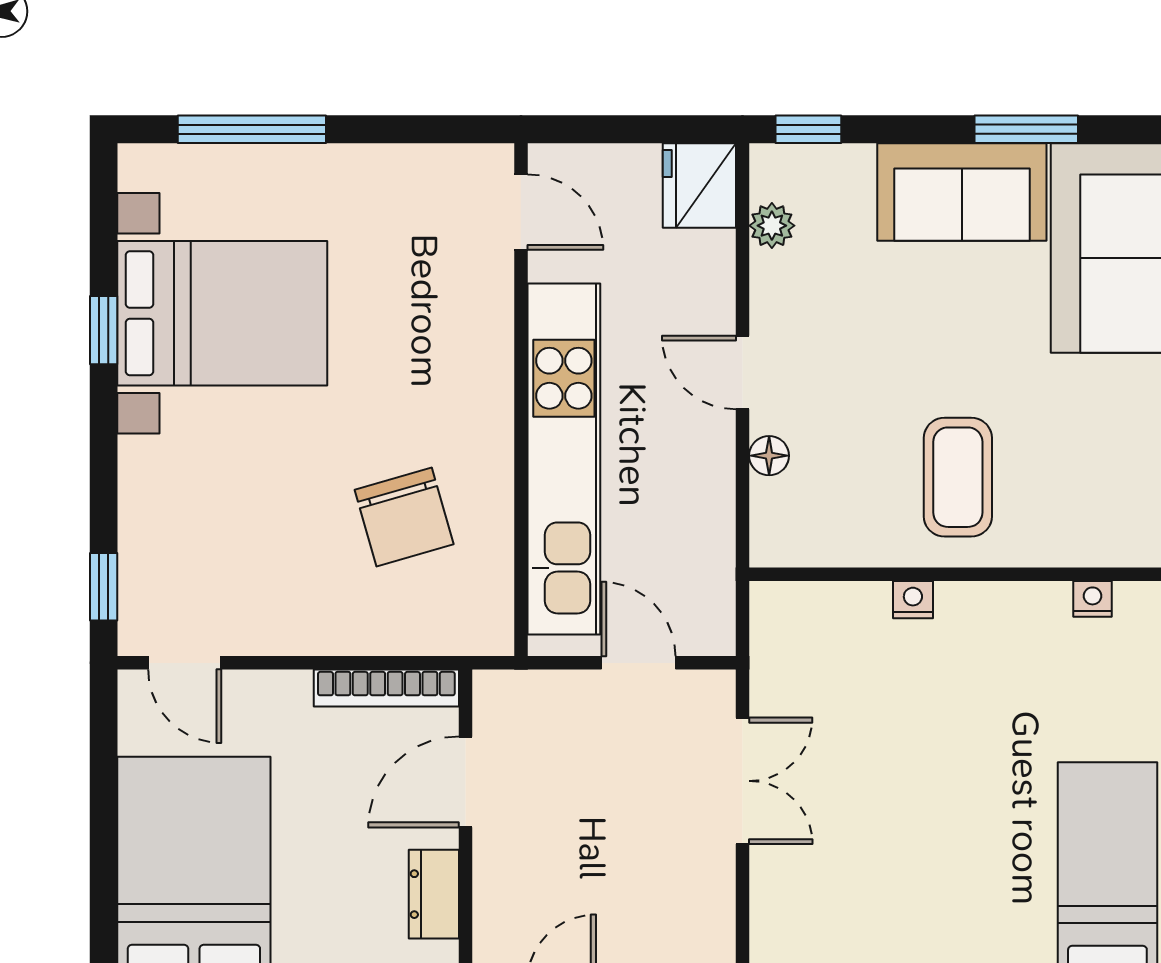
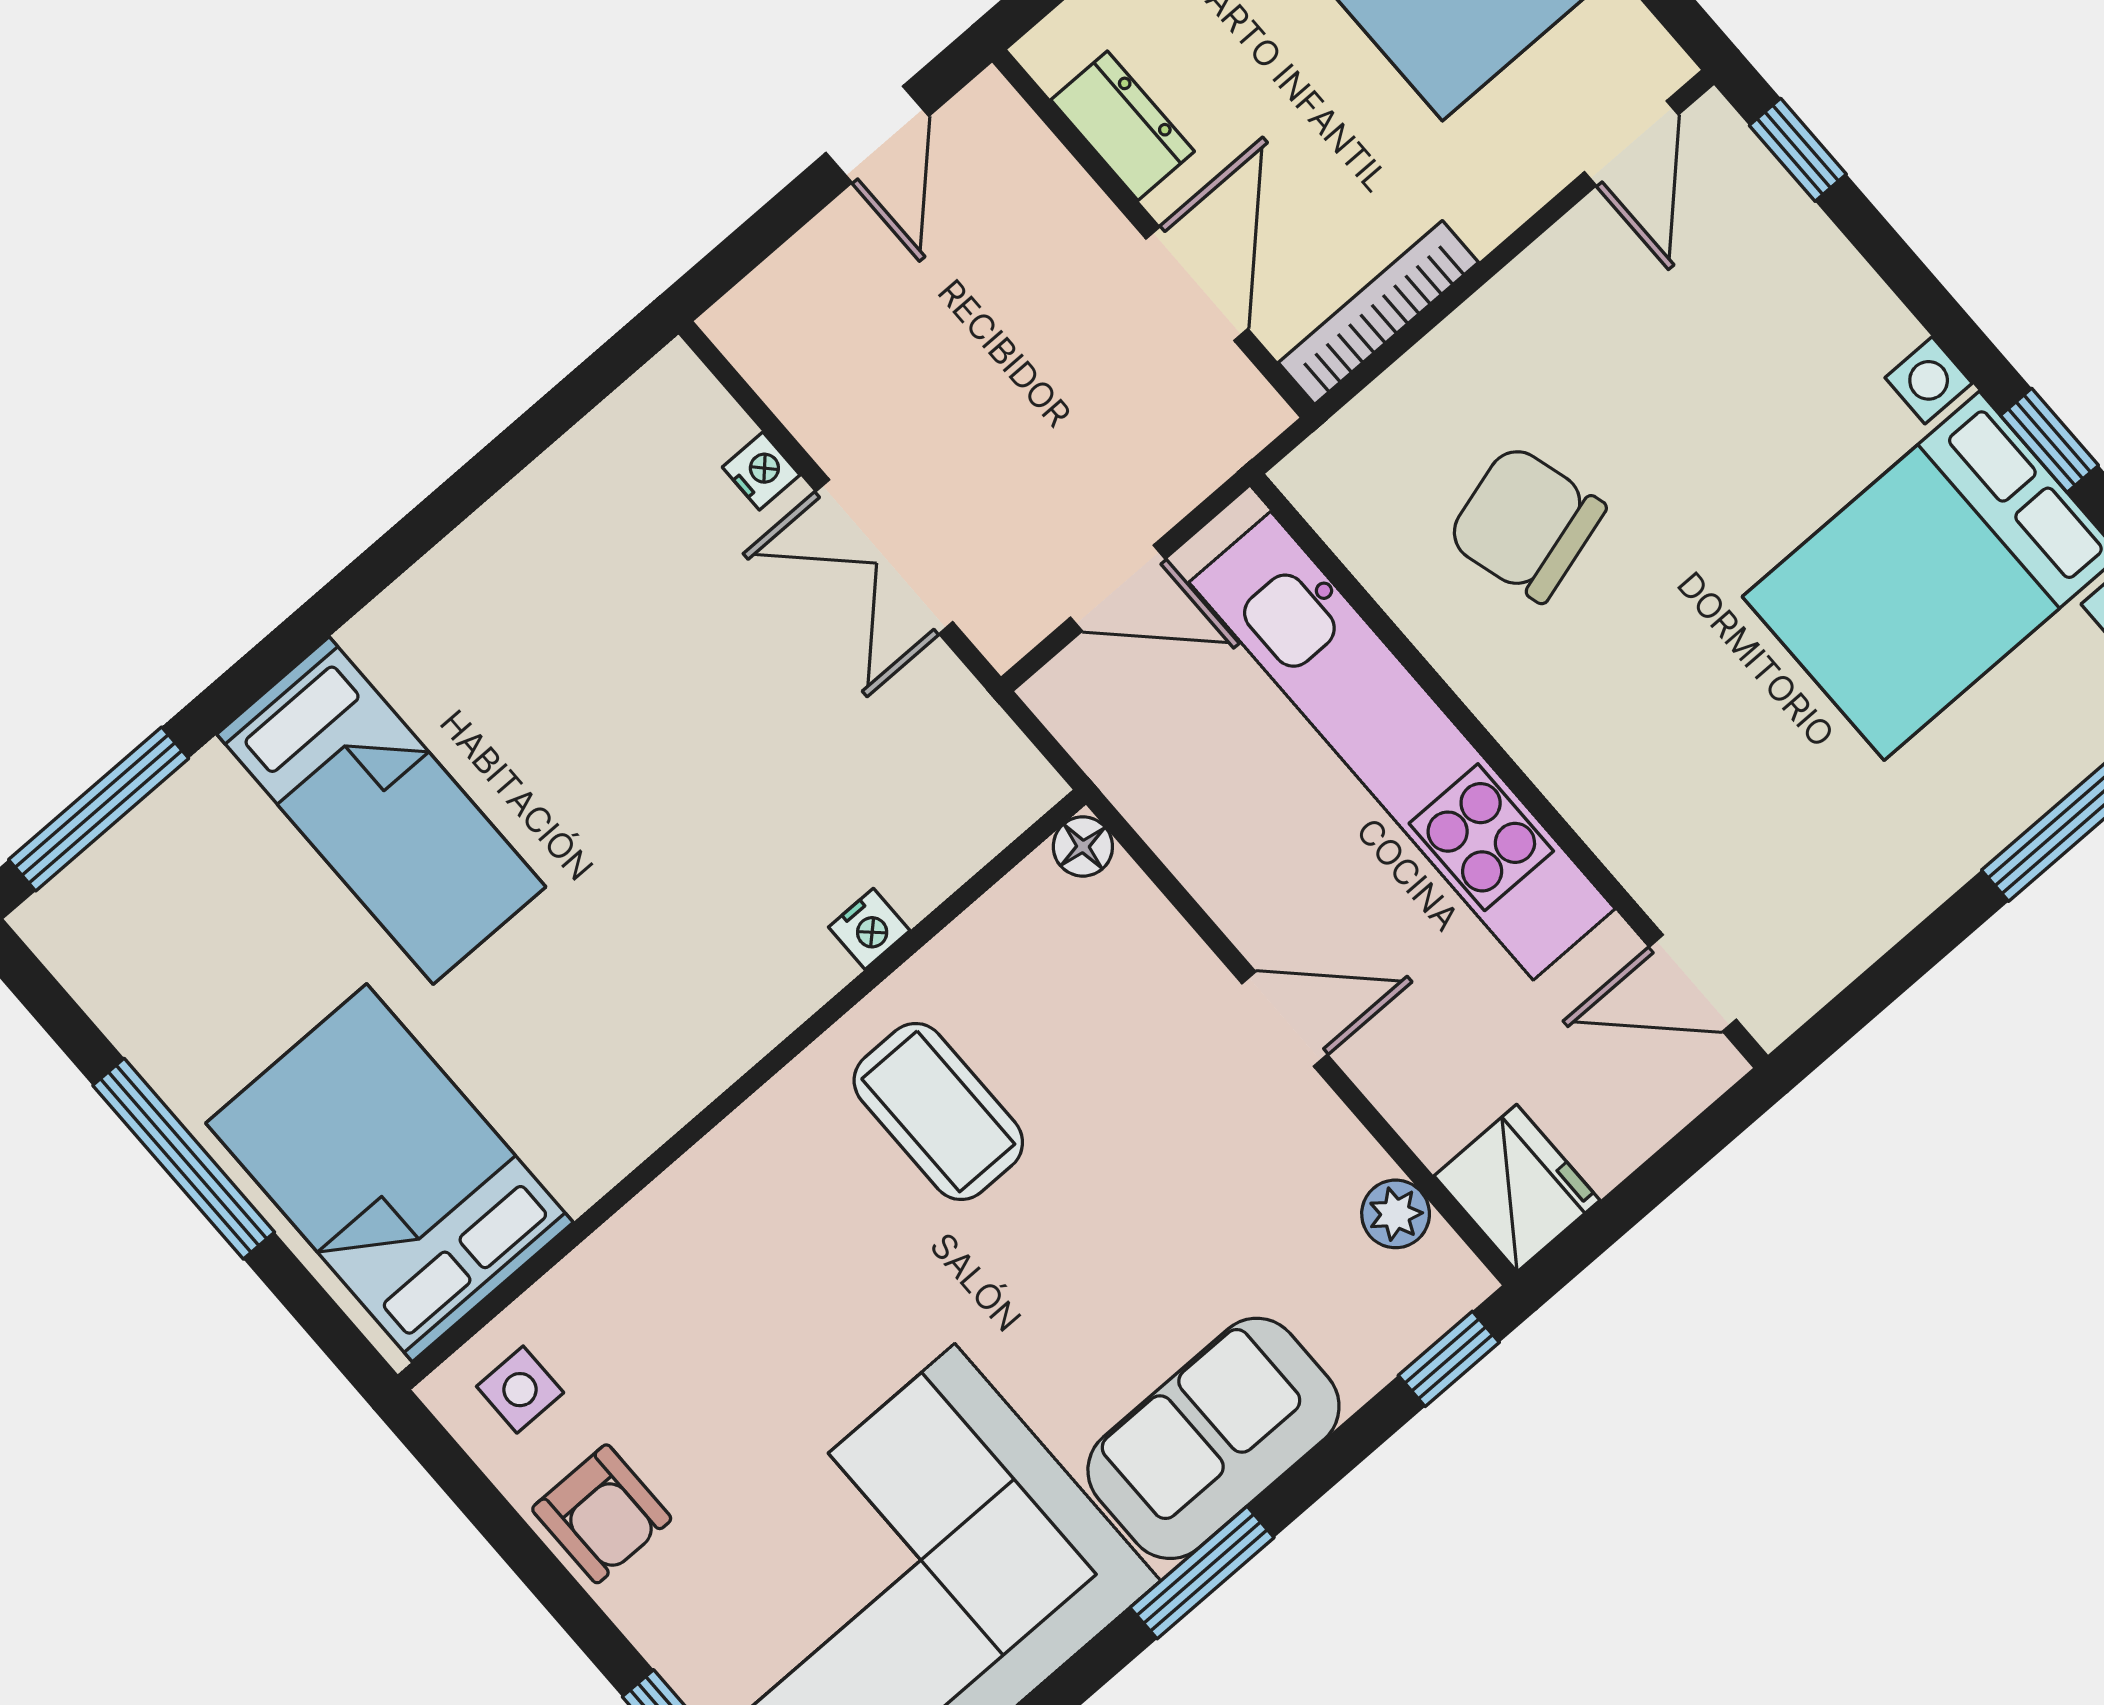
floor lamp: (769, 456) -> (1083, 846), moved
nightstand: (1093, 599) -> (761, 471), moved, turned -90
door: (185, 663) -> (1631, 143), swing flipped

